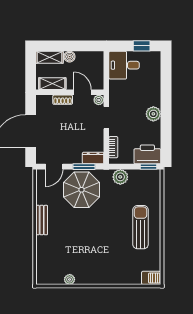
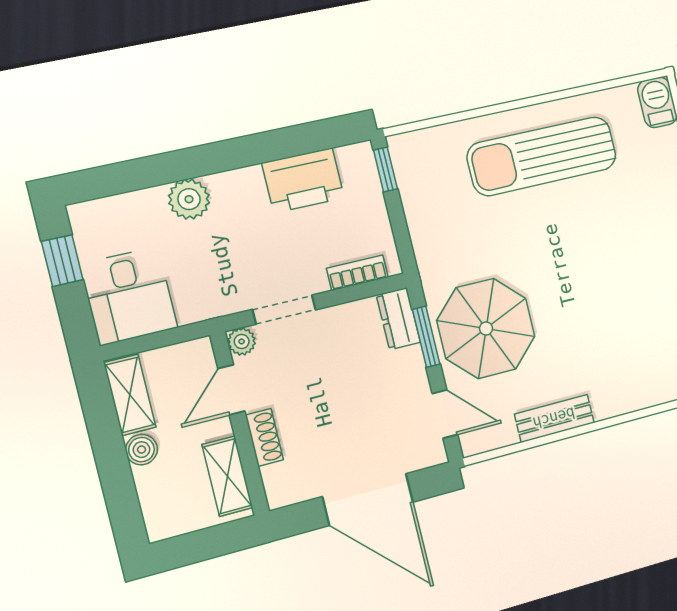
shelving: (49, 57) -> (130, 395), moved
plant: (153, 114) -> (189, 199), moved
printer: (147, 154) -> (303, 180), moved, turned -90
plant: (120, 177) -> (429, 237), removed
bench: (42, 220) -> (554, 418), moved
sun lounger: (141, 227) -> (542, 156), width x1.36, depth x1.34

